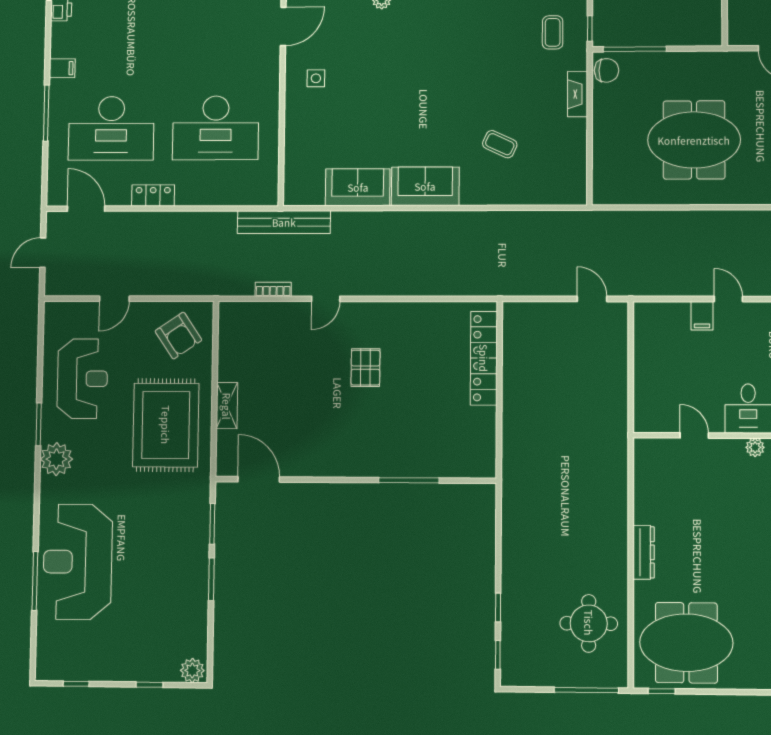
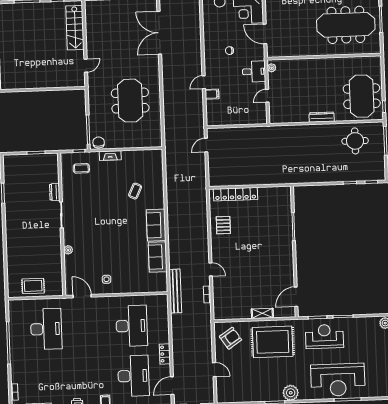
pallet: (365, 368) -> (223, 225), moved, turned 90
reception desk: (82, 379) -> (324, 336), moved

